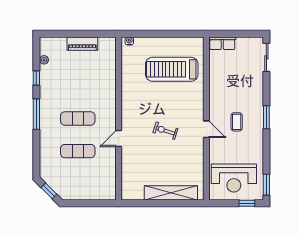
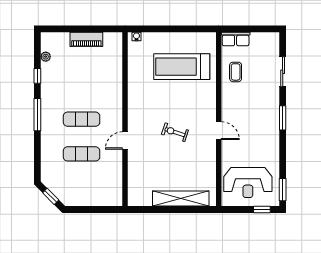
sliding door: (266, 57) -> (283, 72), moved
coffee table: (237, 122) -> (236, 72), moved

